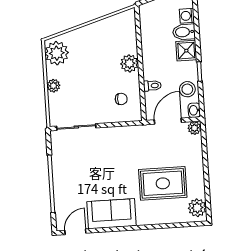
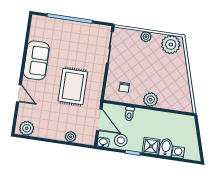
plant: (194, 128) -> (71, 137), moved
rug: (163, 183) -> (73, 87), moved
door: (75, 232) -> (19, 93), moved

